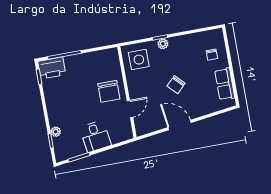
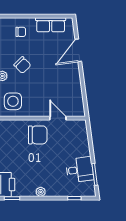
chair: (176, 85) -> (22, 65), moved
door: (180, 125) -> (78, 50), moved
plant: (56, 132) -> (41, 192), moved
desk: (96, 136) -> (80, 170), moved

